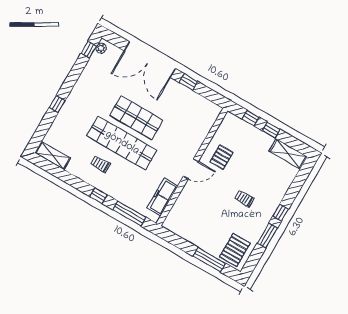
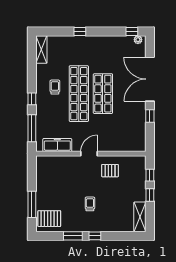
door: (191, 169) -> (89, 154), swing flipped

